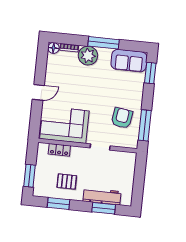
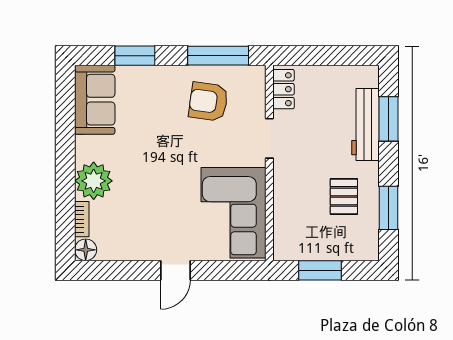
window: (104, 43) -> (65, 153), removed
window: (150, 73) -> (135, 56), moved
door: (38, 92) -> (176, 270), swing flipped
locker: (59, 150) -> (283, 89), moved
window: (30, 176) -> (320, 270), moved

